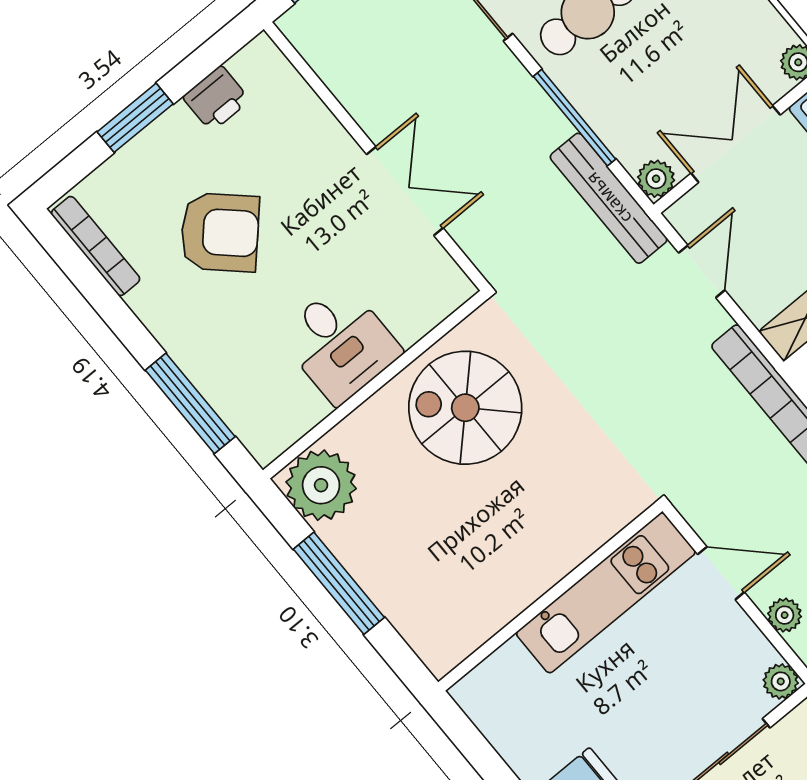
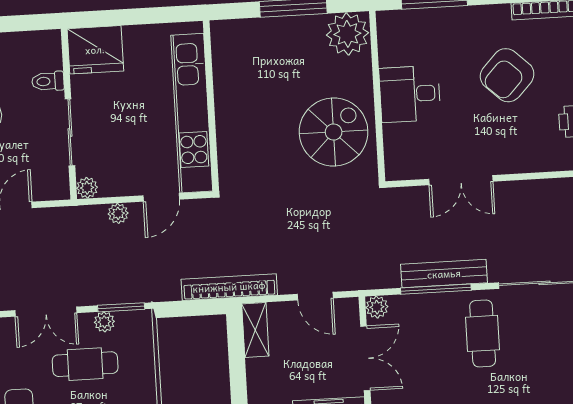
bench: (609, 198) -> (444, 274), moved
kitchen unit: (606, 593) -> (192, 113), width x1.36

